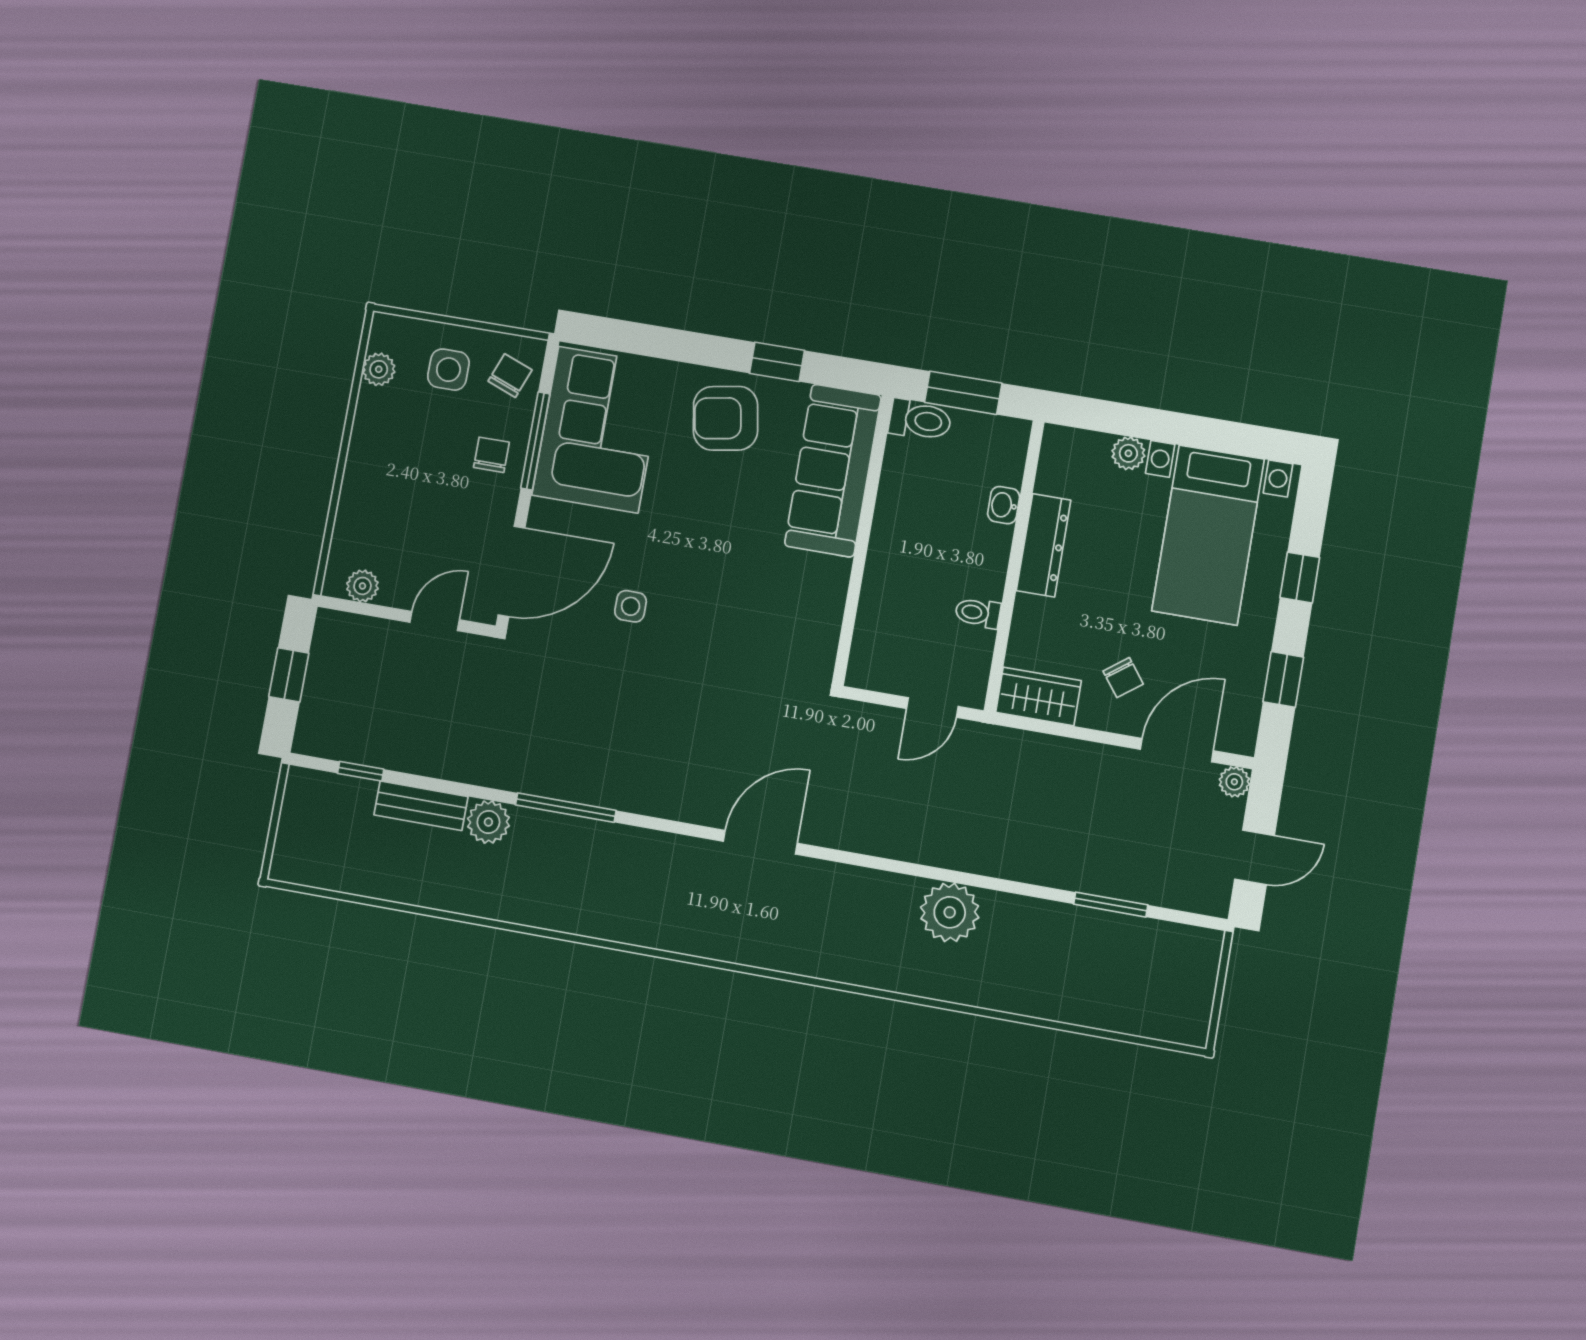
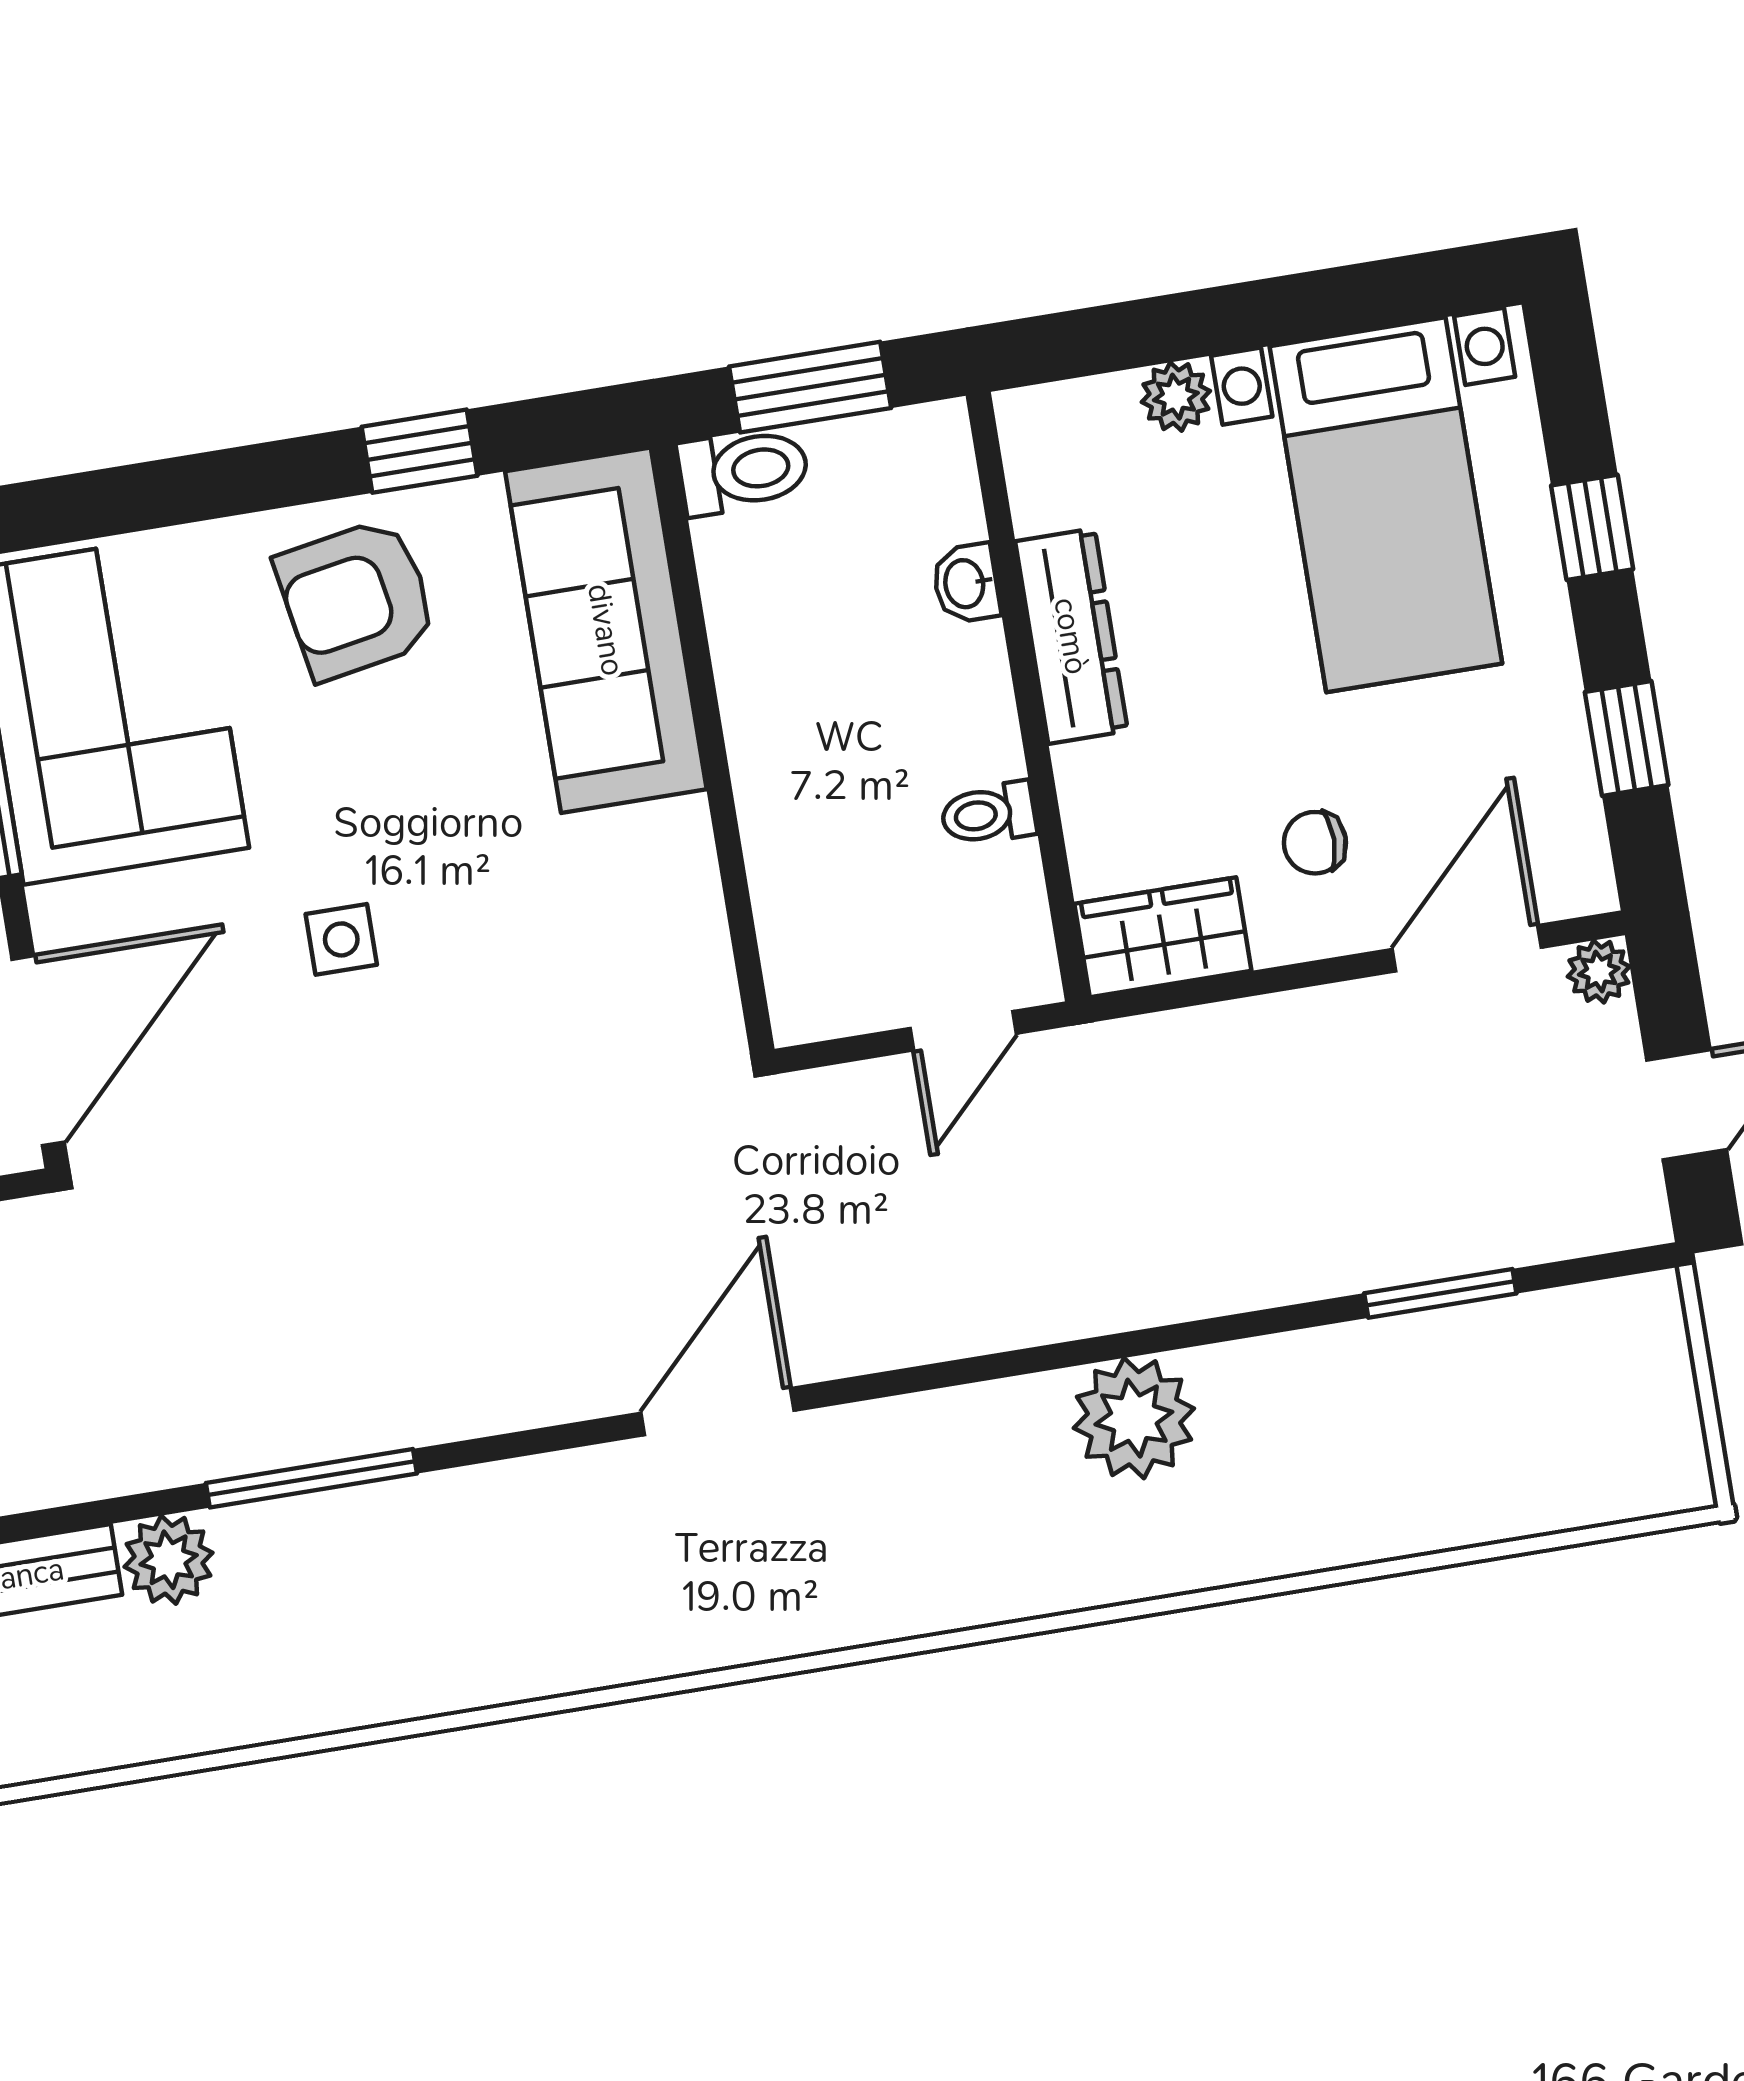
side table: (631, 606) -> (341, 939), moved
chair: (1123, 678) -> (1315, 843), turned 127

